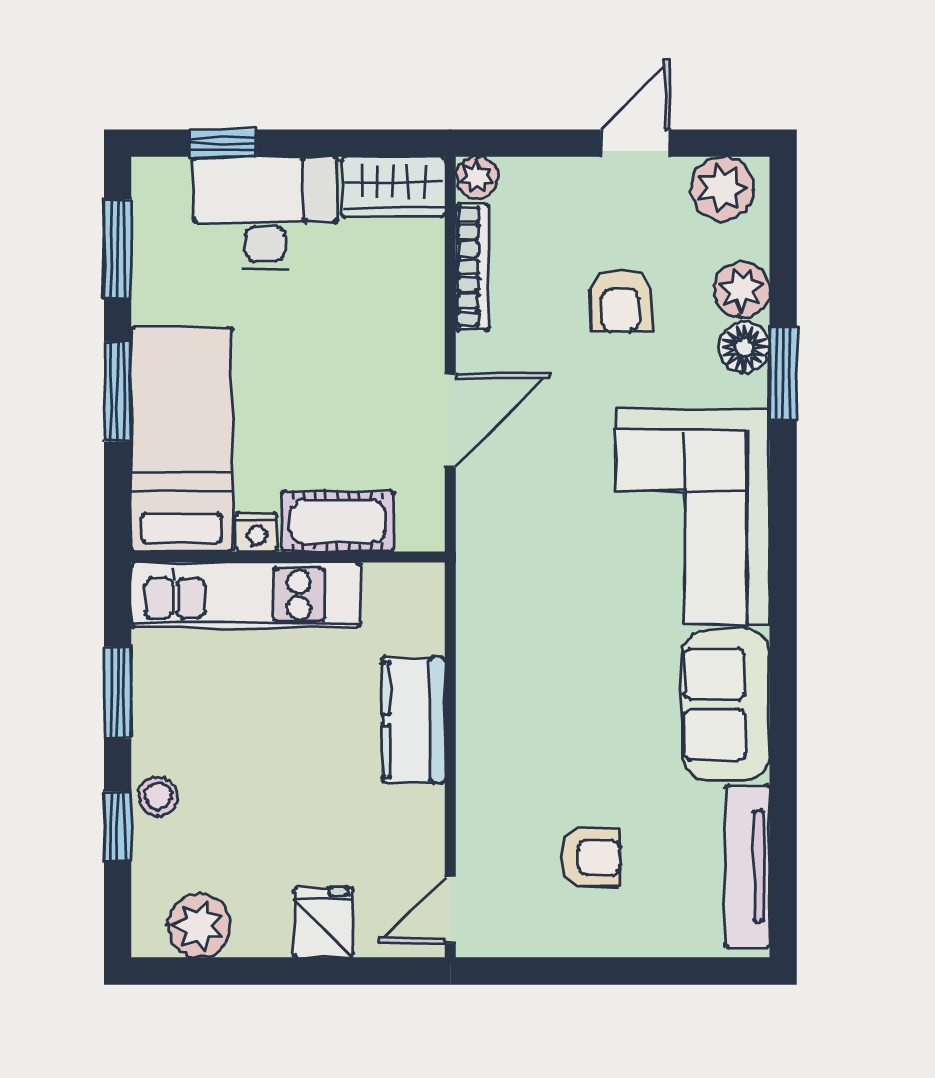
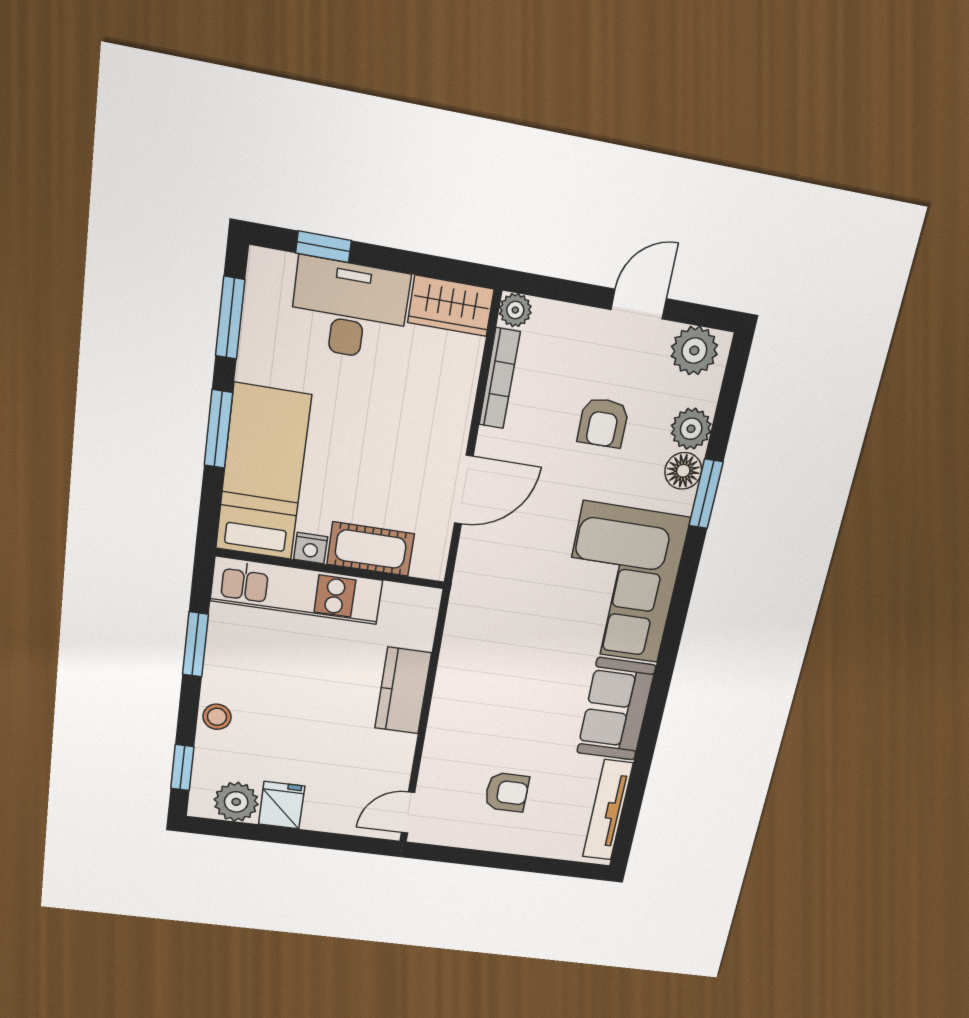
window: (118, 826) -> (182, 768), moved
fridge: (323, 922) -> (282, 805), moved

